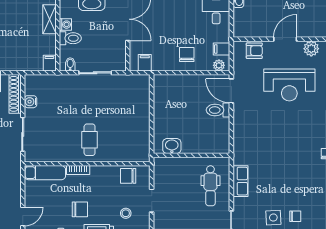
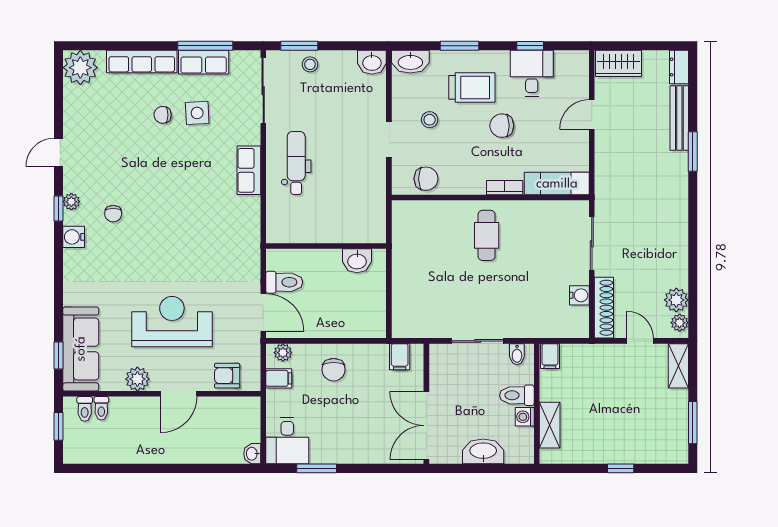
washbasin: (172, 146) -> (357, 261), moved
wall: (192, 155) -> (326, 246), moved

